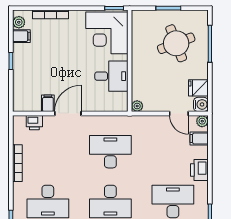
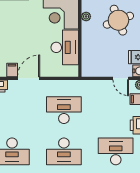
desk: (111, 76) -> (65, 47), width x1.37
plant: (137, 106) -> (86, 16), moved

